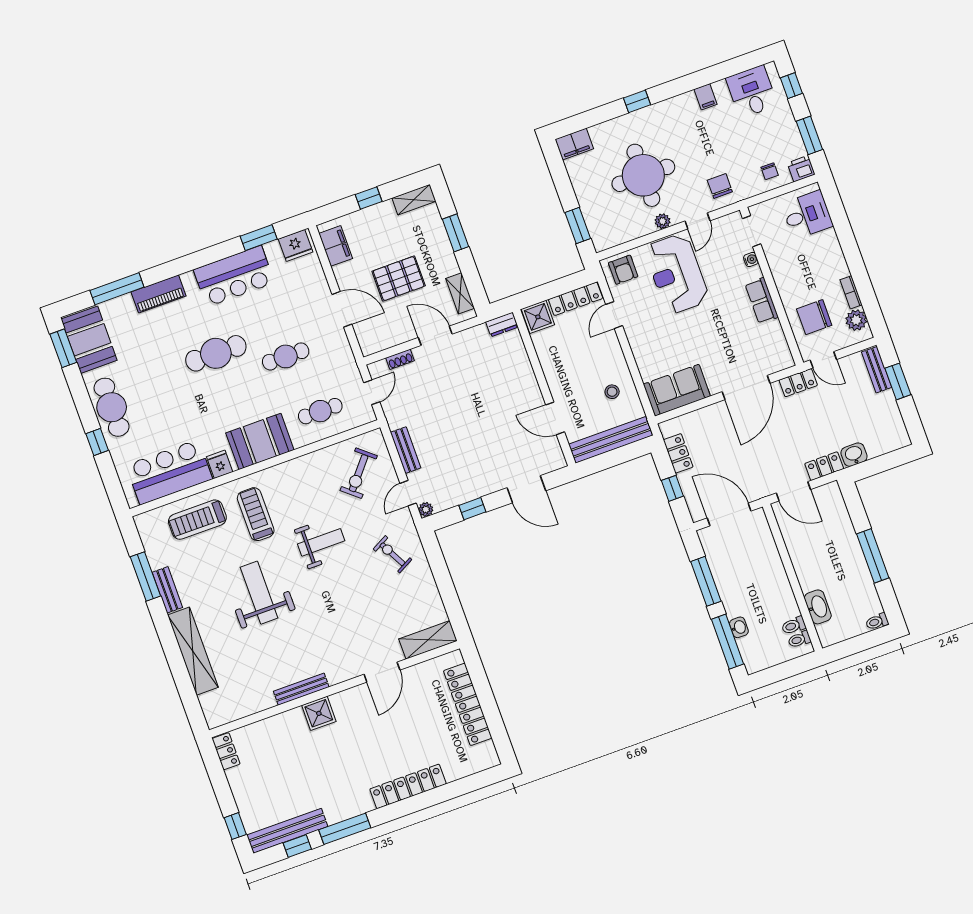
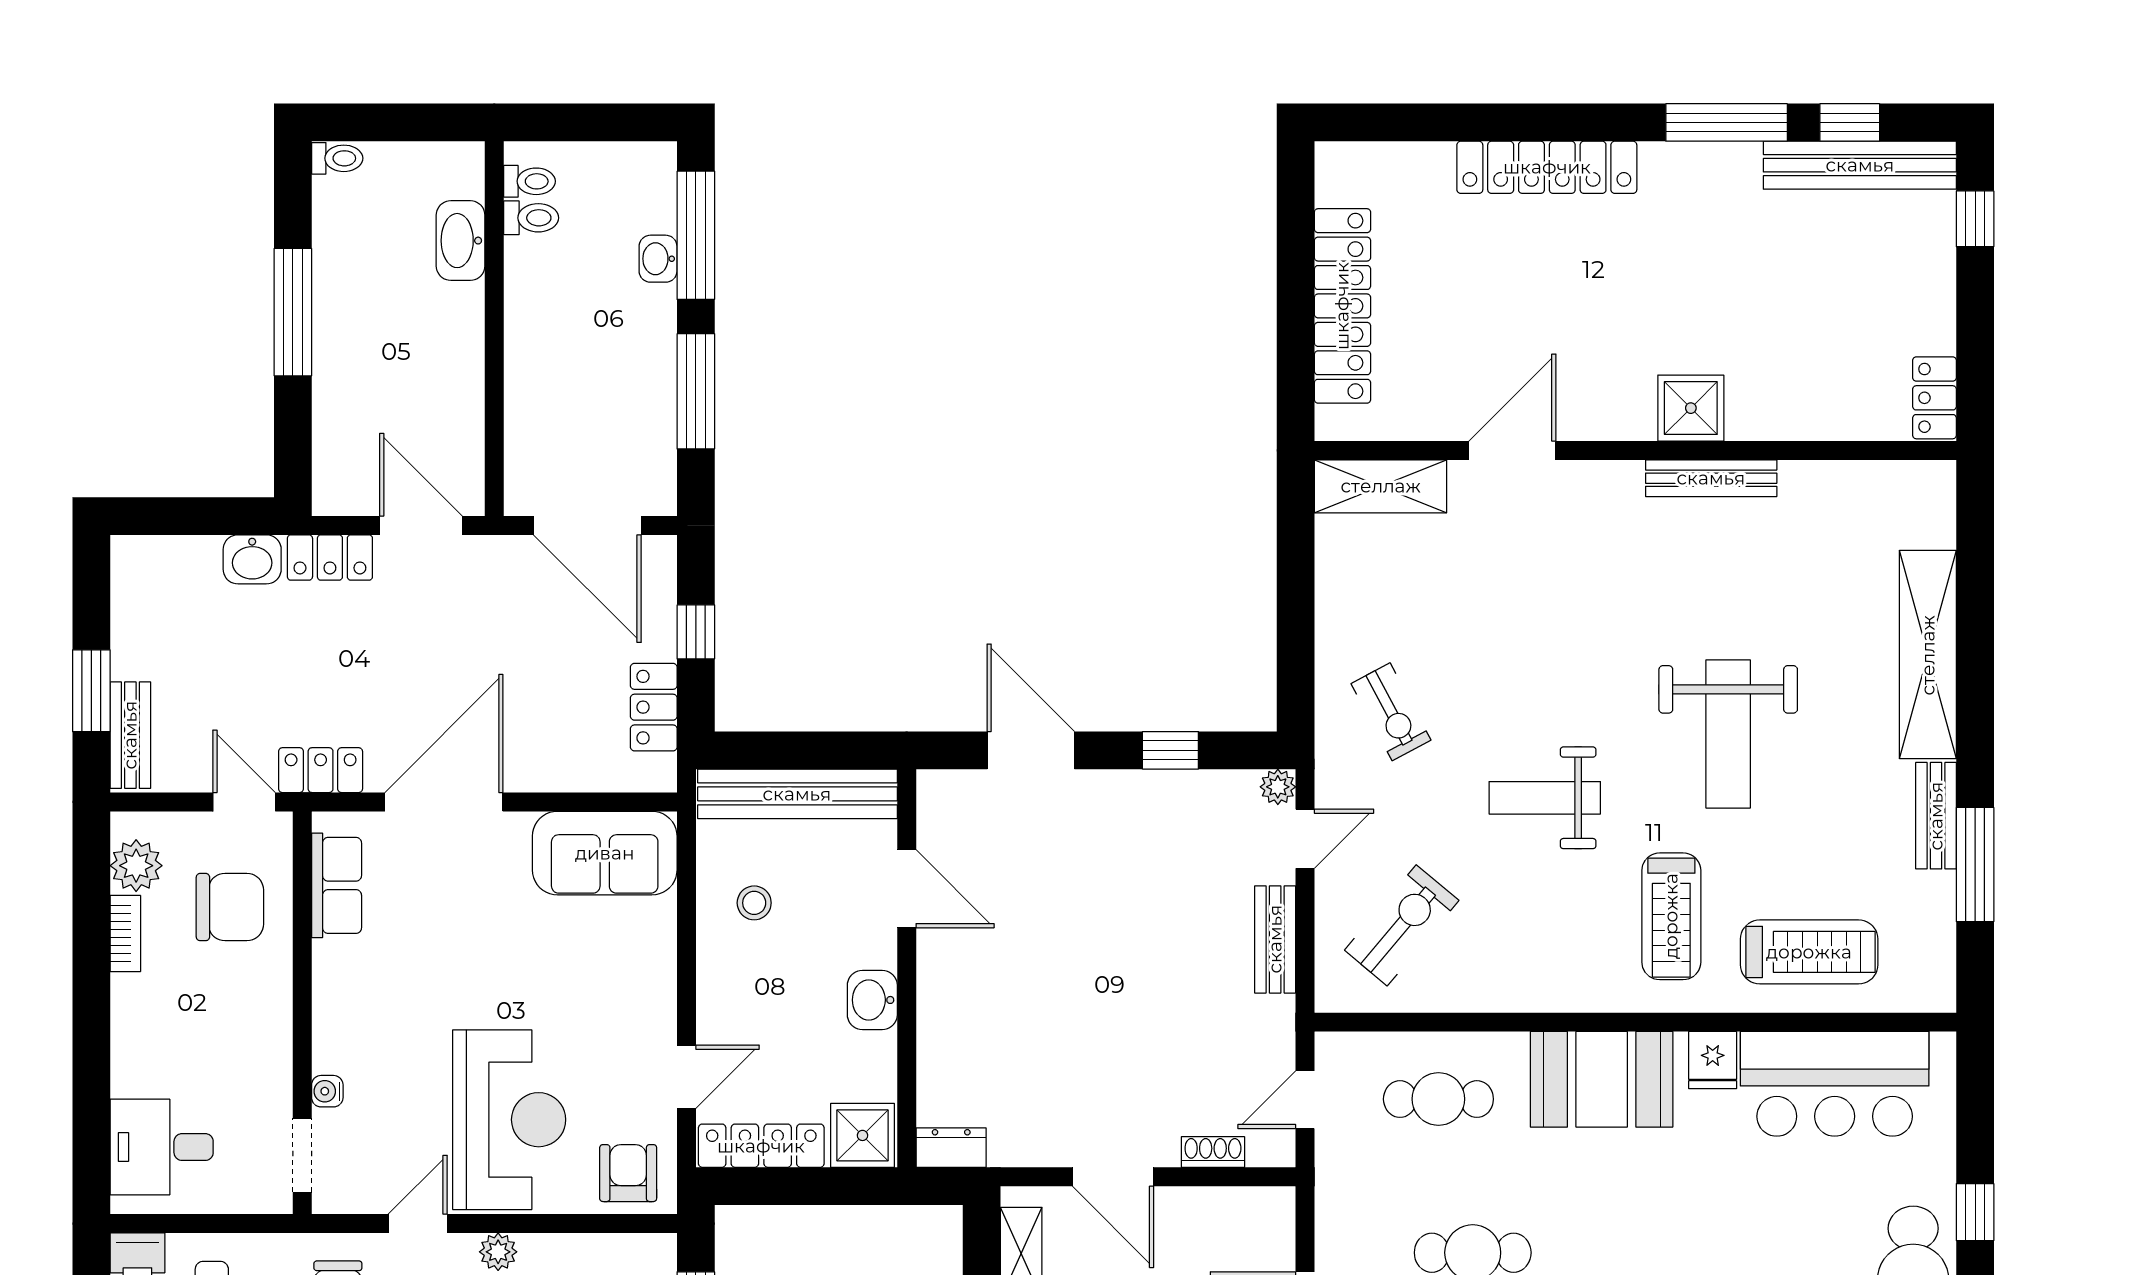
row of seats: (762, 301) -> (337, 885), moved
washbasin: (553, 371) -> (872, 1000), added

